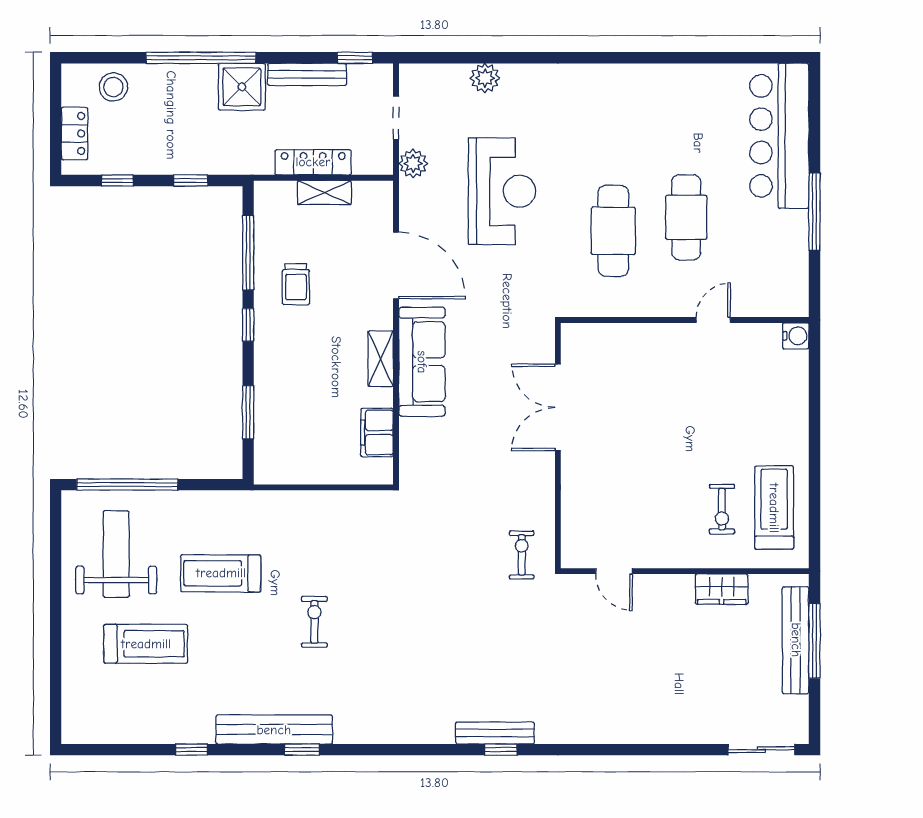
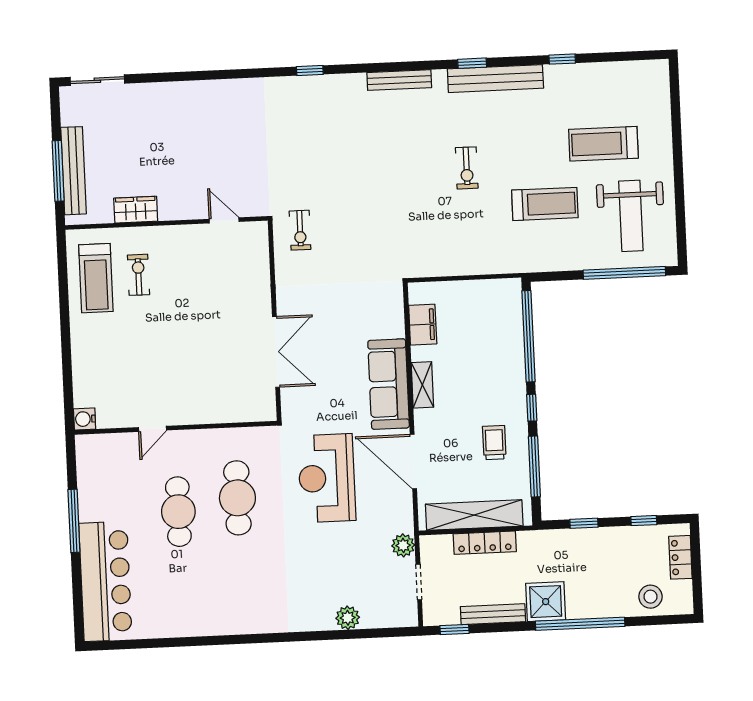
reception desk: (502, 191) -> (327, 478), moved
shelving: (324, 193) -> (474, 515), width x2.20, depth x1.33
window: (248, 412) -> (528, 336), width x2.11
bench: (495, 733) -> (399, 80), moved

